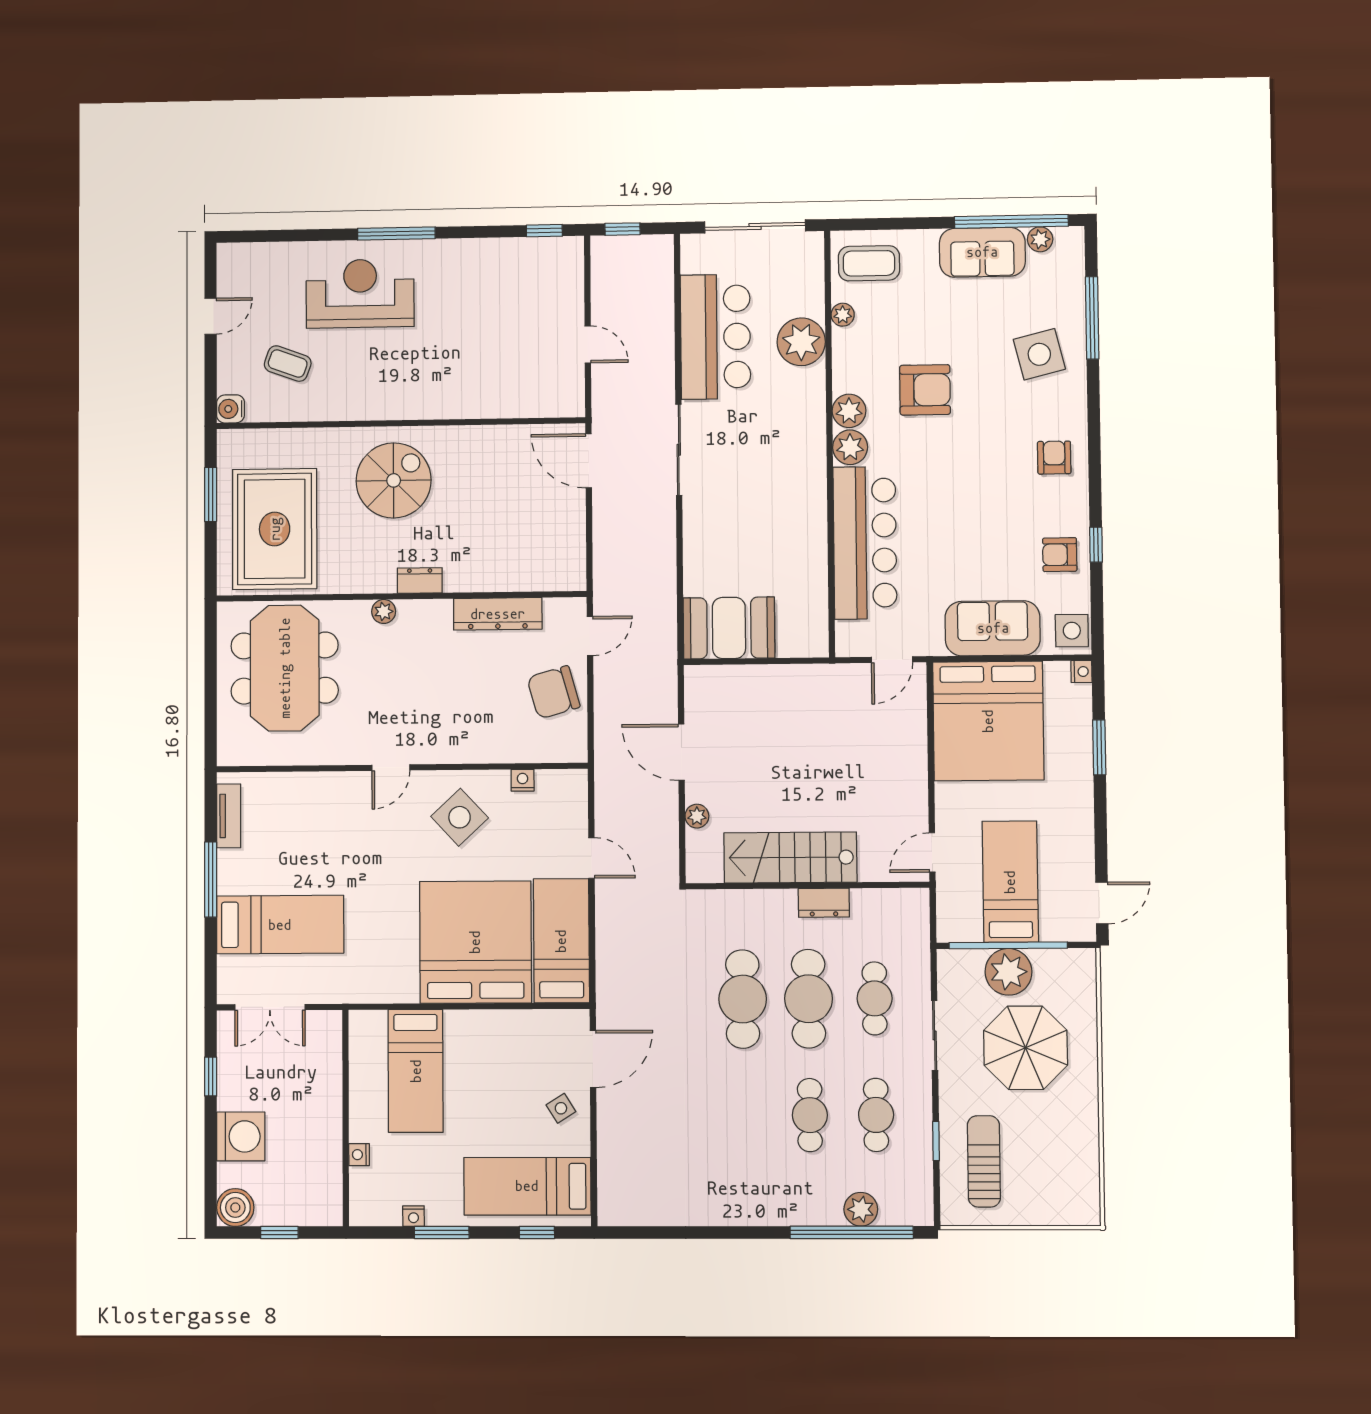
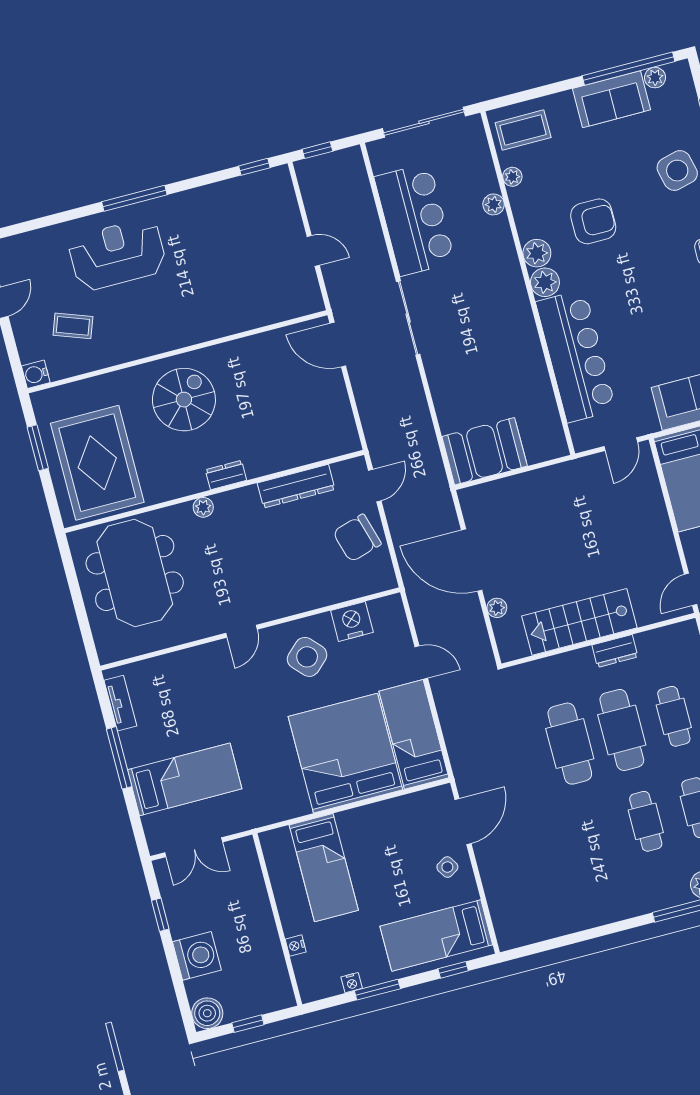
plant: (801, 342) -> (494, 204), width x0.53, depth x0.53
door: (681, 752) -> (472, 560), width x1.36
nightstand: (523, 780) -> (352, 621), width x1.89, depth x1.79

